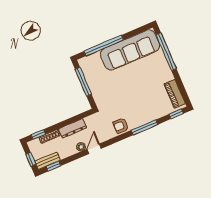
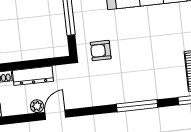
armchair: (121, 126) -> (101, 50), moved

